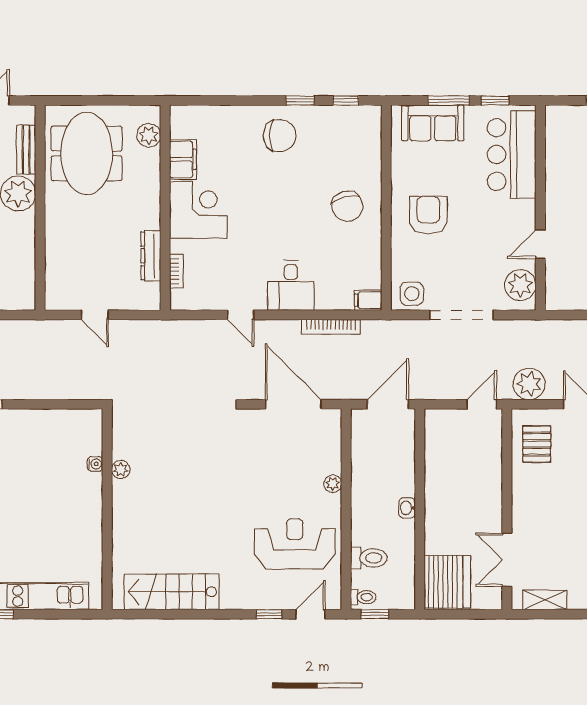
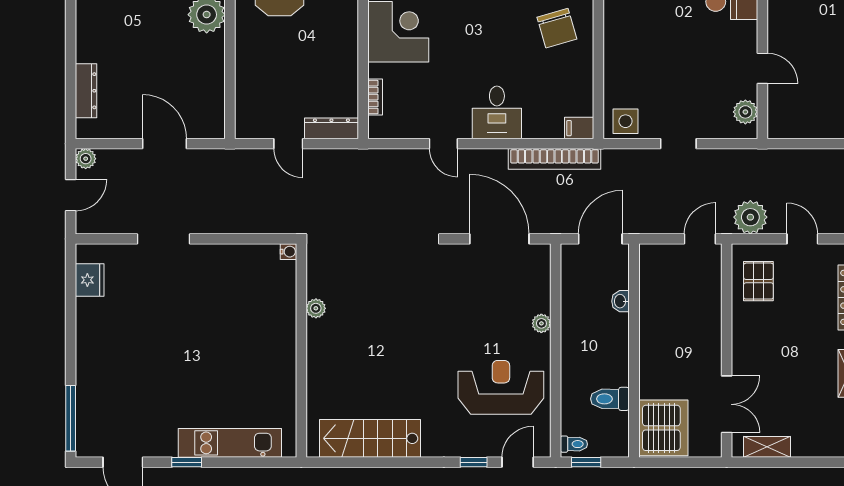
armchair: (428, 215) -> (643, 37), removed
door: (540, 244) -> (762, 68), swing flipped
dresser: (151, 256) -> (331, 128), moved, turned 90
plant: (520, 285) -> (745, 112), width x0.73, depth x0.73
doorway: (461, 315) -> (678, 144), width x0.53
bookcase: (331, 327) -> (554, 159), width x1.48, depth x1.31
water cooler: (95, 464) -> (288, 252), moved
washbasin: (407, 508) -> (621, 301), moved
toilet: (369, 558) -> (610, 399), moved, turned 180
double door: (507, 560) -> (727, 404), swing flipped

